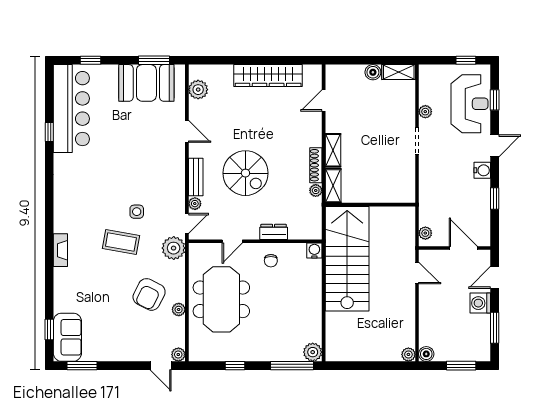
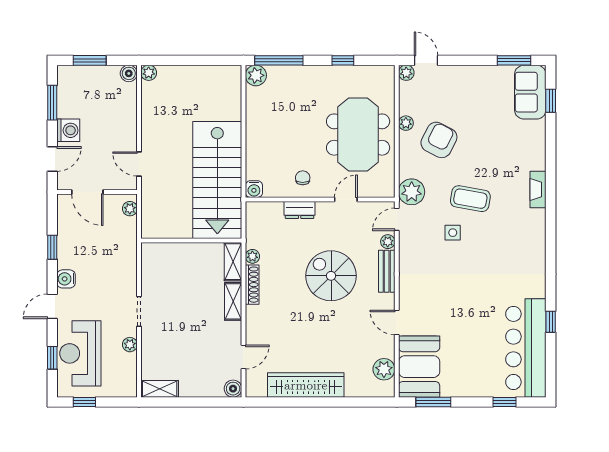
boiler: (373, 72) -> (233, 389), moved
booth: (146, 83) -> (419, 367), moved, turned 90

